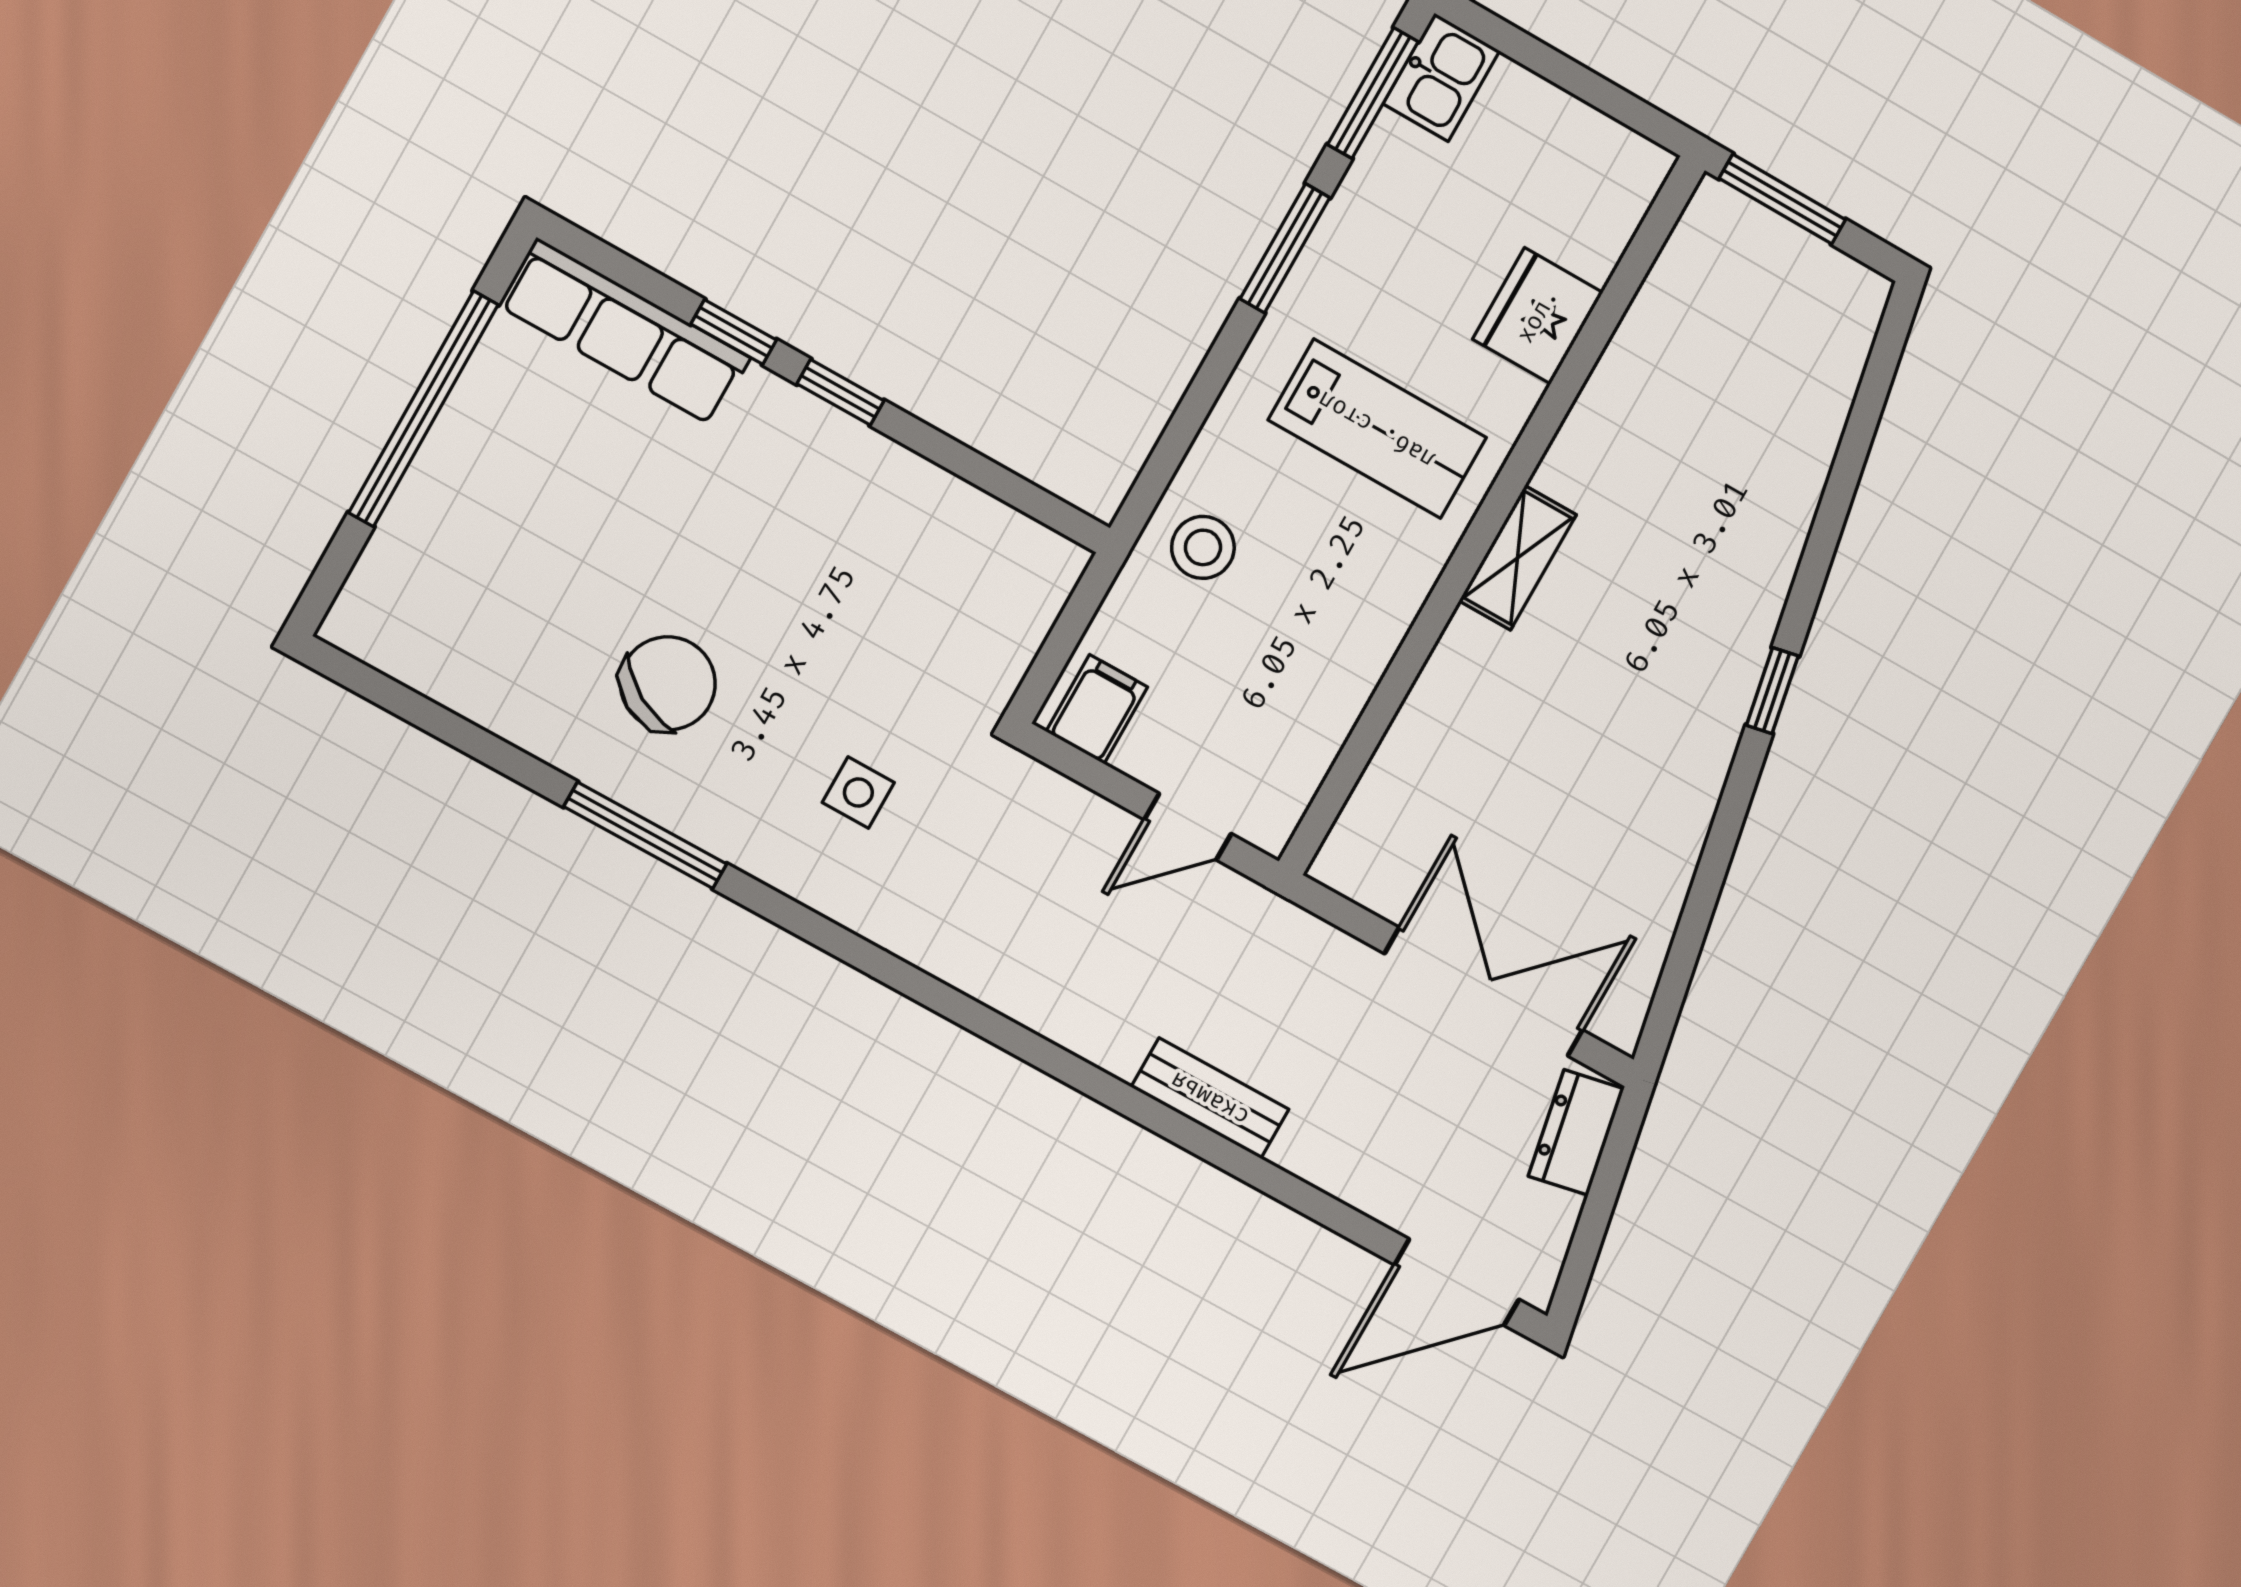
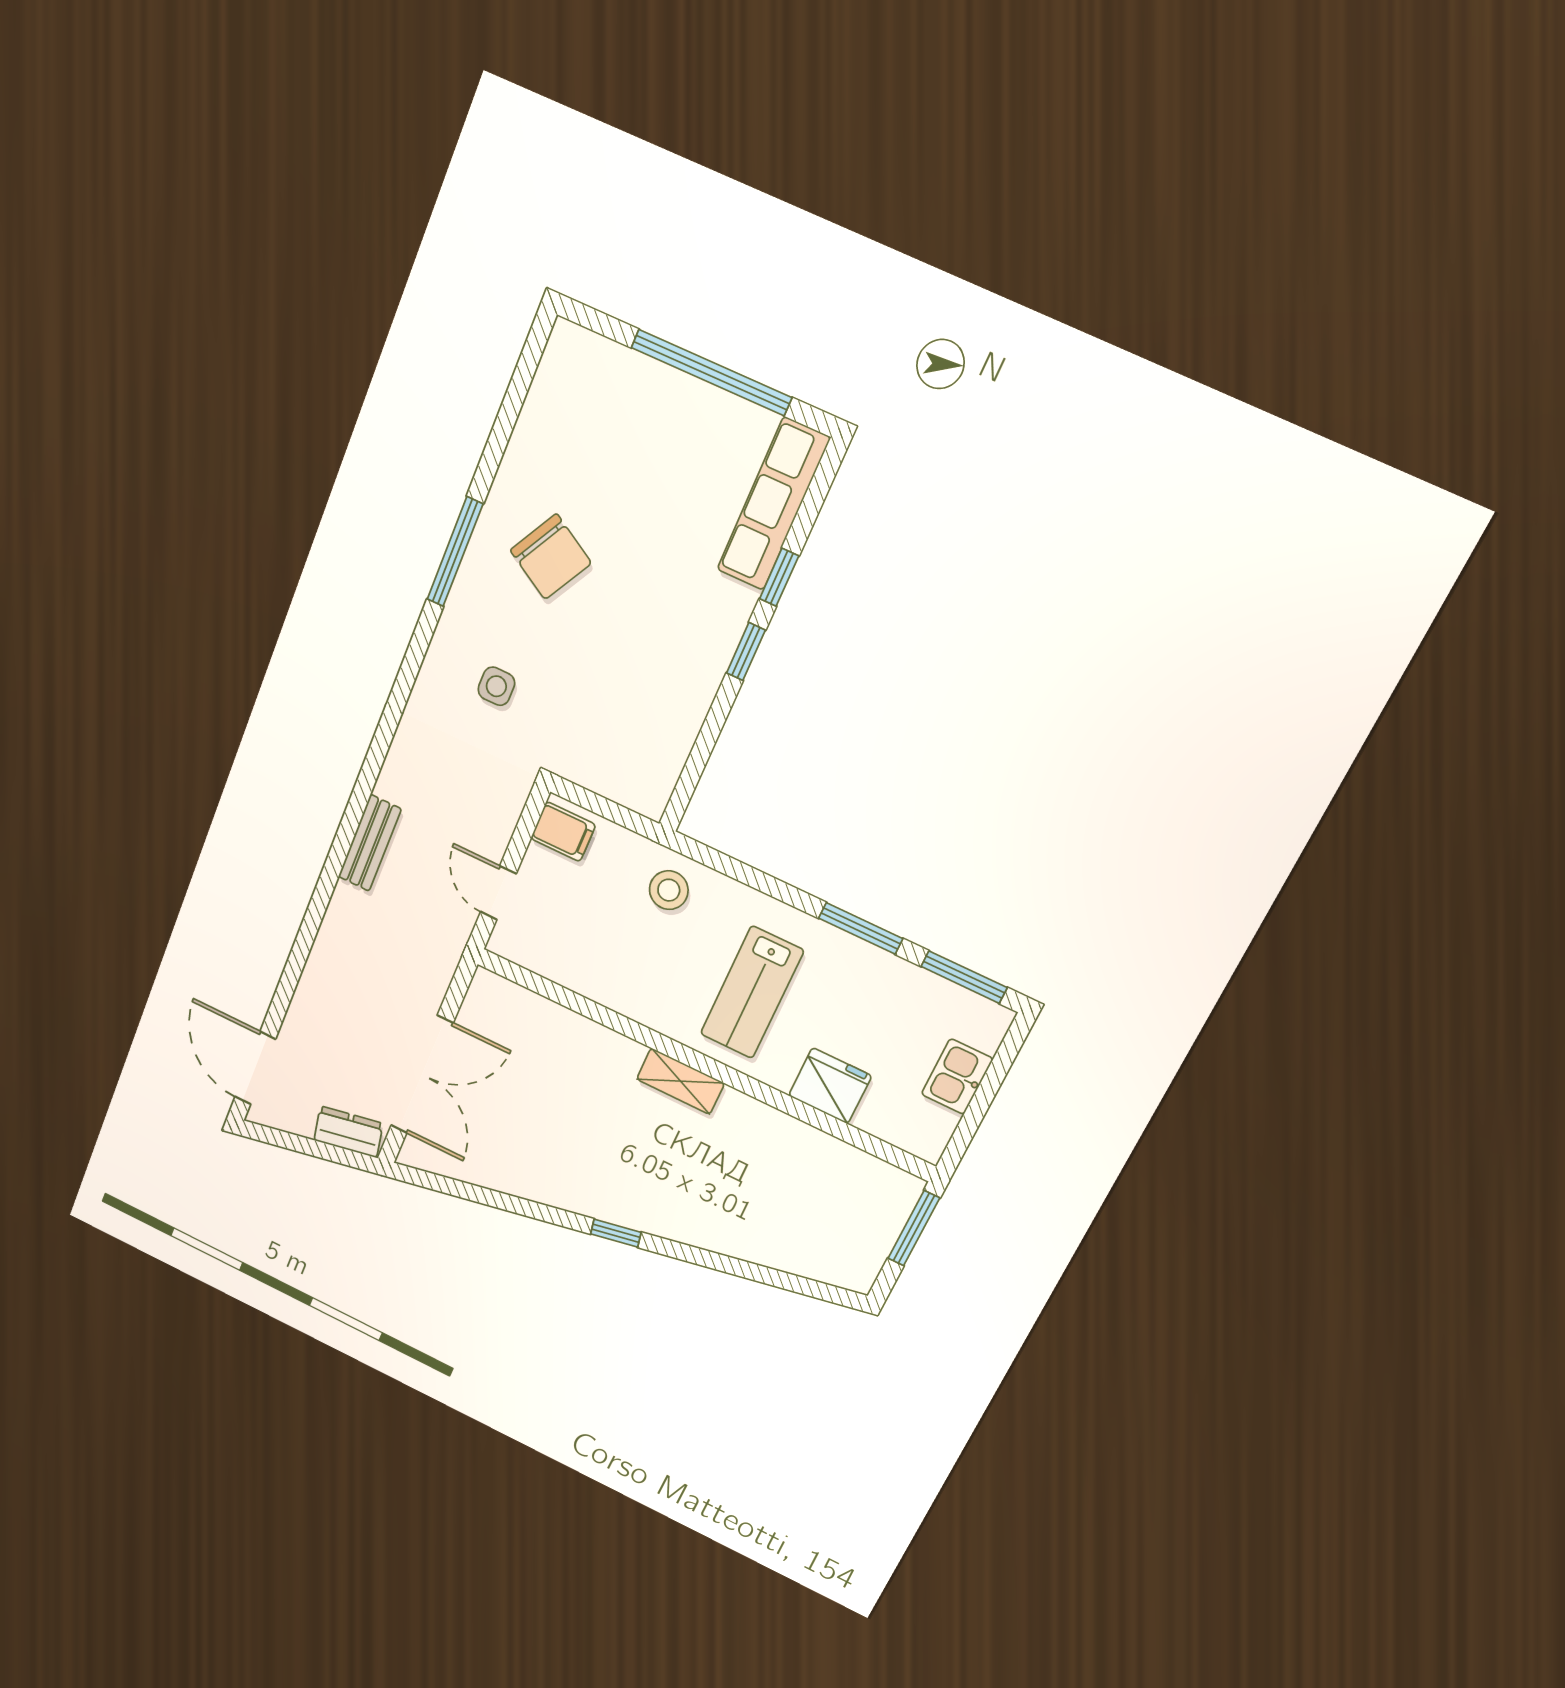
kitchen sink: (1441, 77) -> (957, 1077), moved, turned 90
bench: (1210, 1098) -> (370, 843), moved

